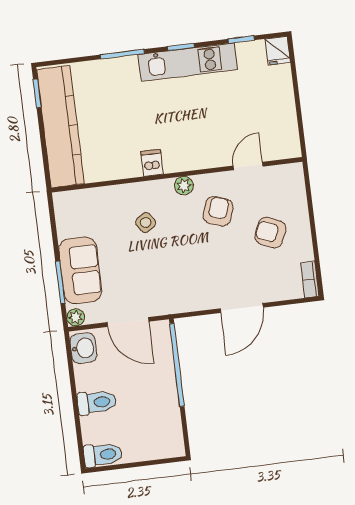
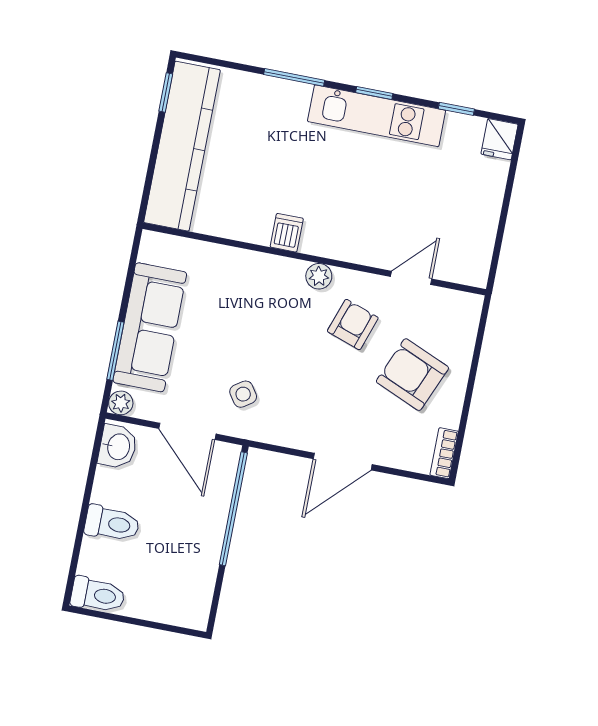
side table: (146, 223) -> (243, 394), moved
armchair: (270, 232) -> (412, 375), width x1.38, depth x1.38
sofa: (80, 270) -> (150, 327), width x1.36

